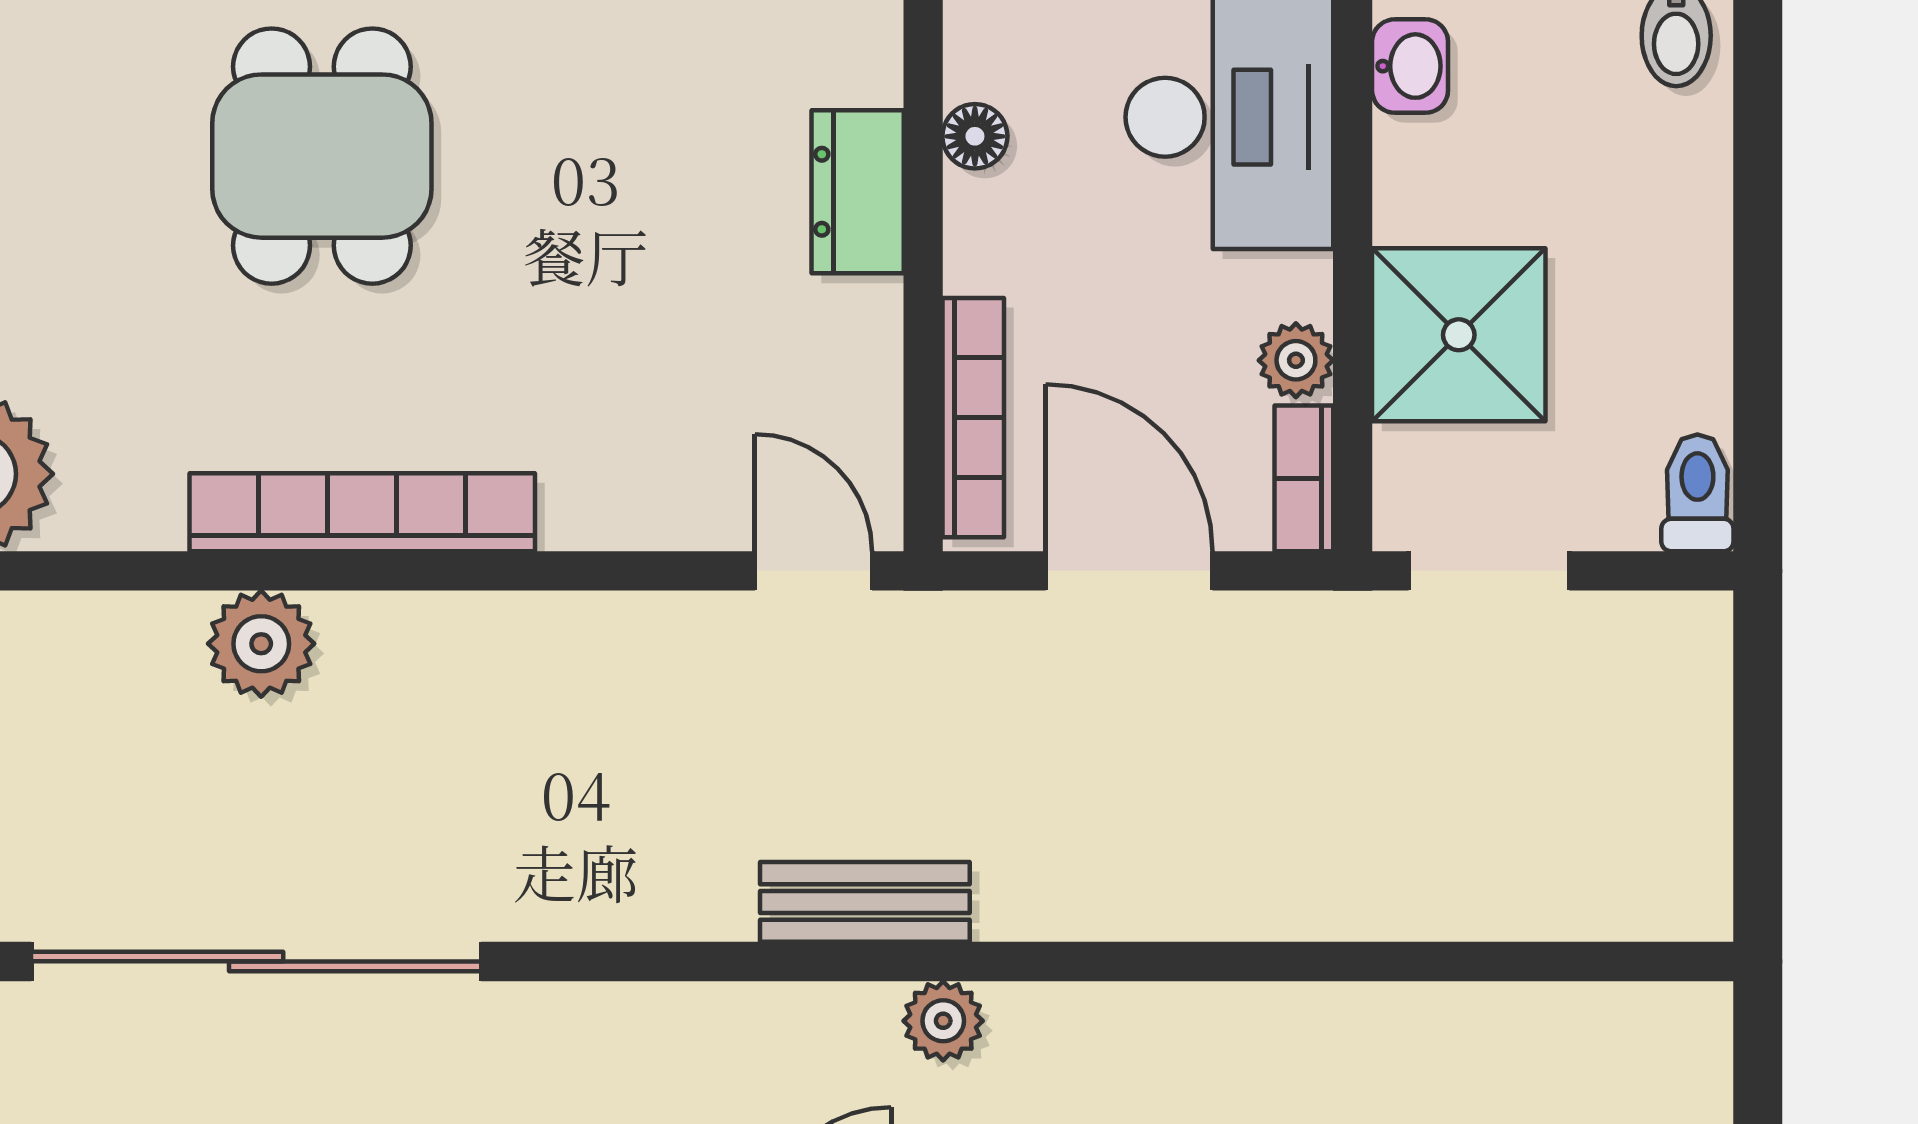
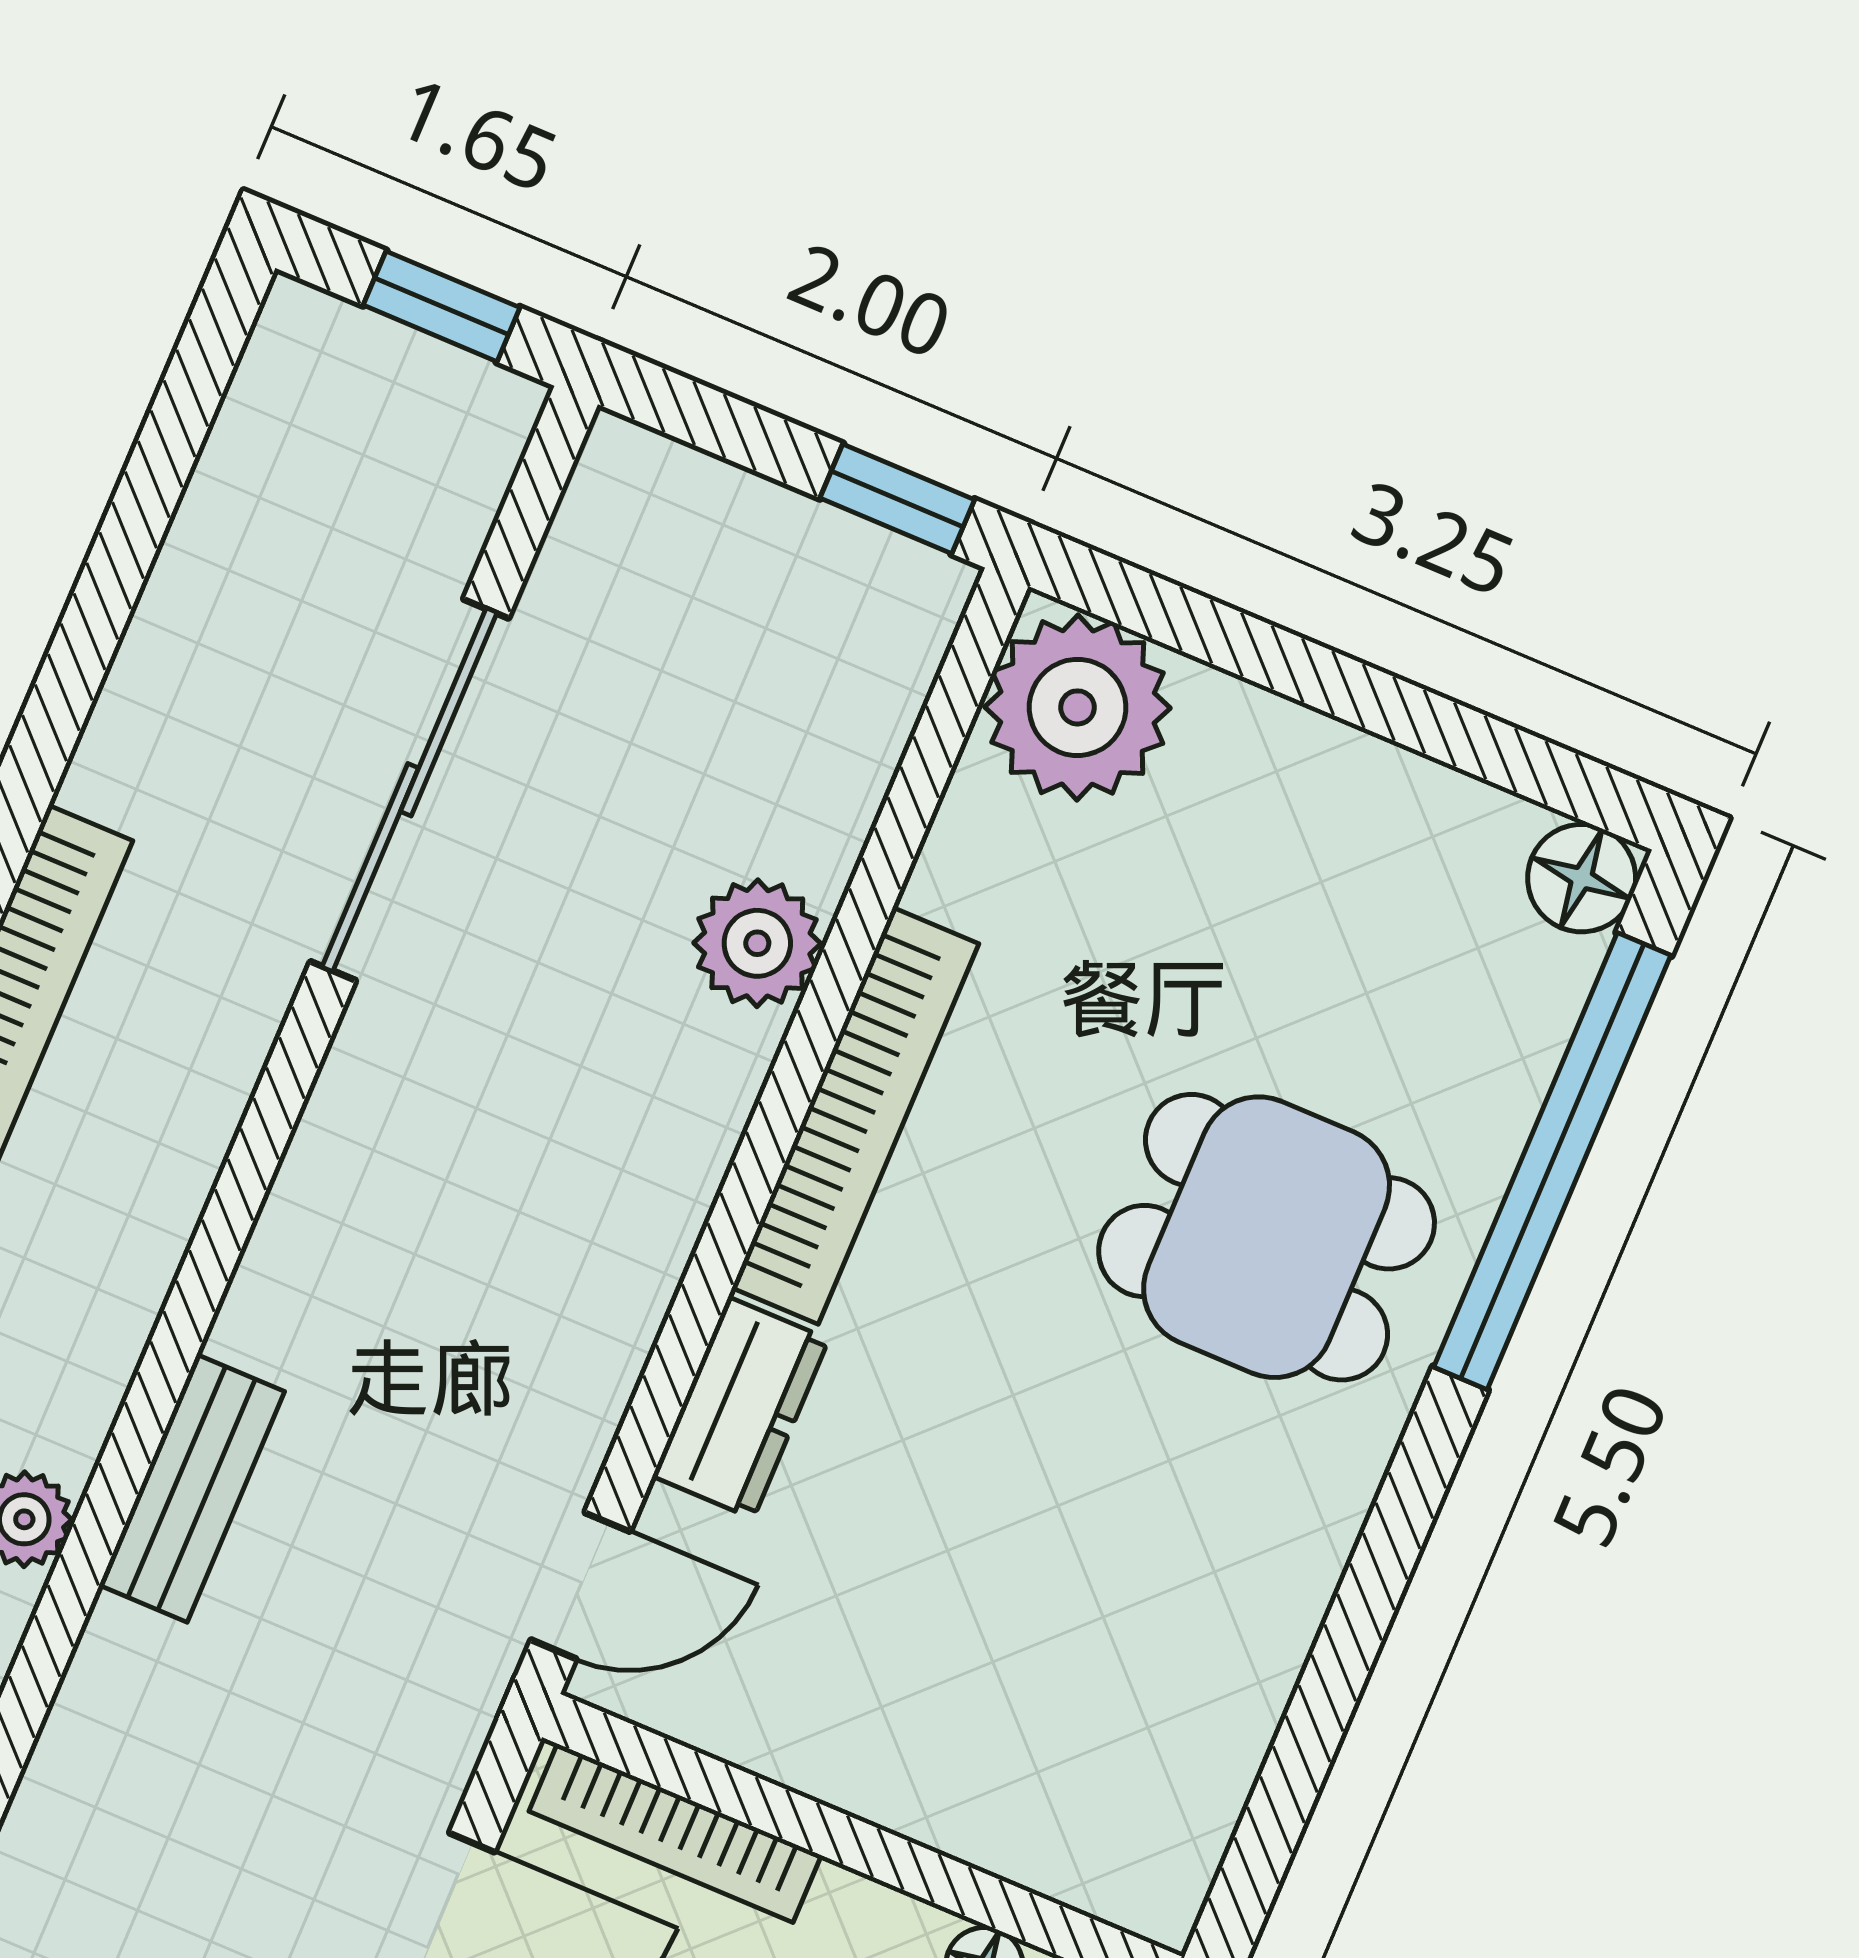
dresser: (858, 192) -> (741, 1408), moved, turned 90
sliding door: (256, 961) -> (409, 790), width x0.73

